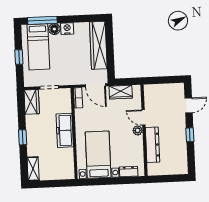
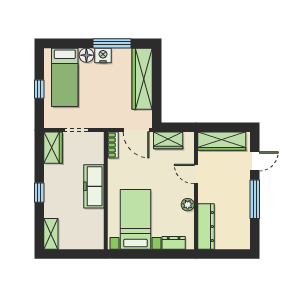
window: (42, 20) -> (112, 43), moved
wardrobe: (162, 91) -> (222, 141), added
plant: (138, 130) -> (188, 205), moved
window: (190, 135) -> (255, 199), width x2.17
dresser: (152, 145) -> (206, 227), moved

